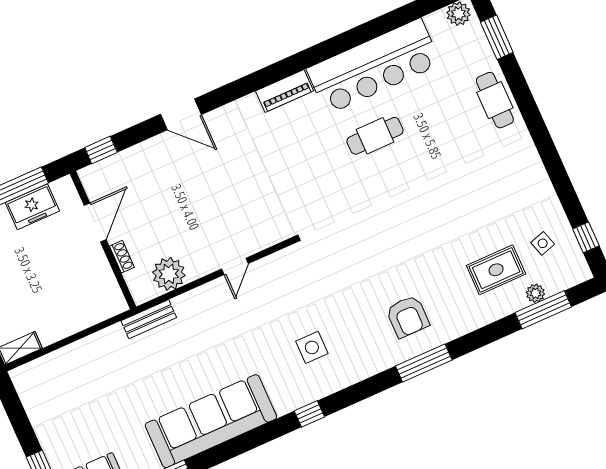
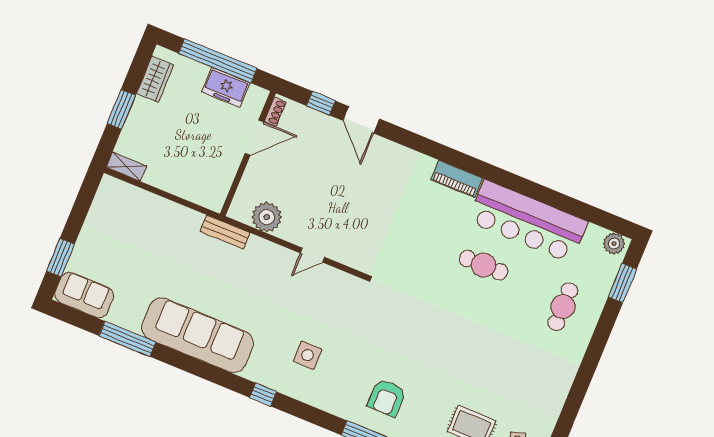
cafe table: (495, 100) -> (563, 307), moved
door: (181, 114) -> (361, 120), moved
window: (101, 150) -> (321, 103), moved
shoe rack: (122, 257) -> (275, 112), moved

